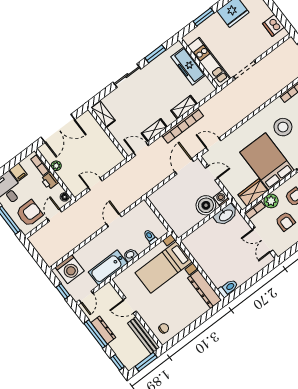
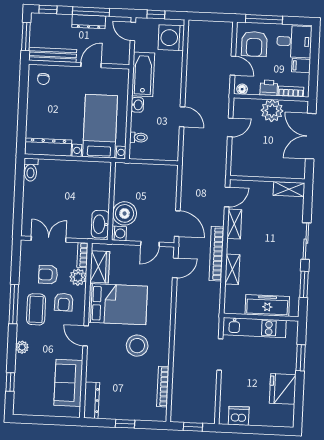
plant: (56, 166) -> (272, 111), width x1.88, depth x1.88

